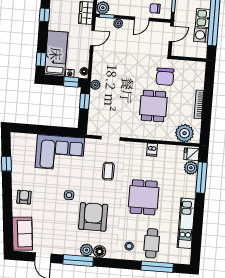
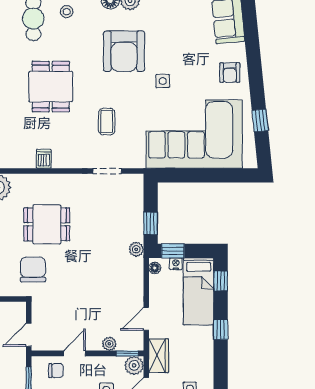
window: (44, 15) -> (221, 329), moved
dining table: (153, 106) -> (47, 224), turned 90
corner sofa: (60, 153) -> (194, 134), width x1.36, depth x1.36

